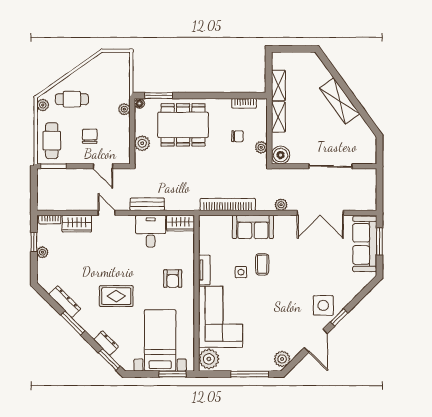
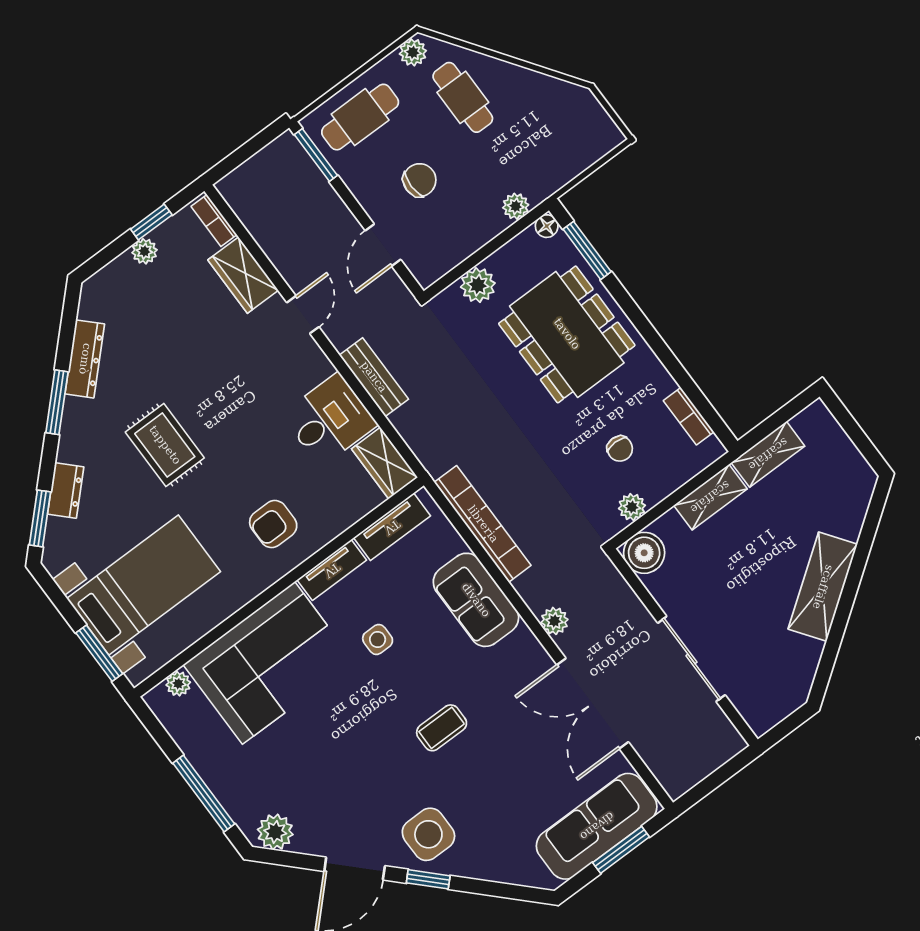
tv unit: (205, 237) -> (392, 527), added
coffee table: (262, 264) -> (442, 728), moved
plant: (209, 359) -> (178, 684), width x0.53, depth x0.53

